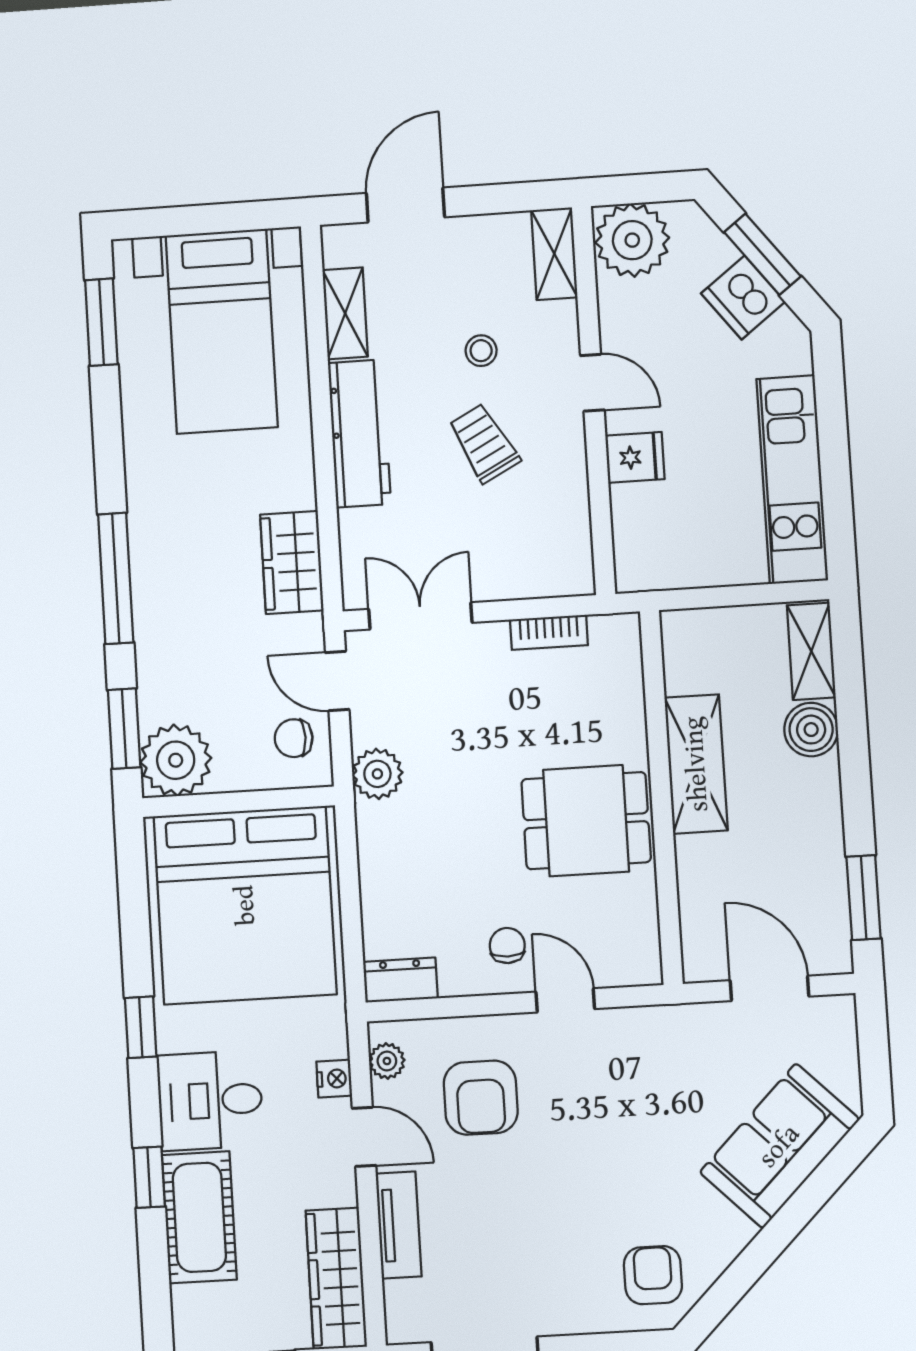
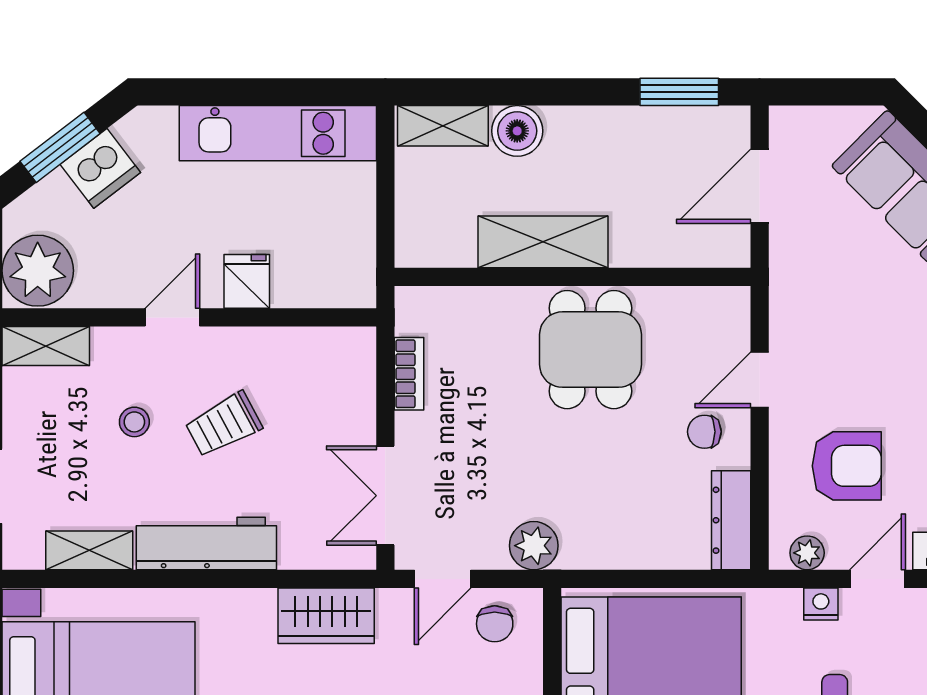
dresser: (400, 980) -> (731, 520), width x1.44

